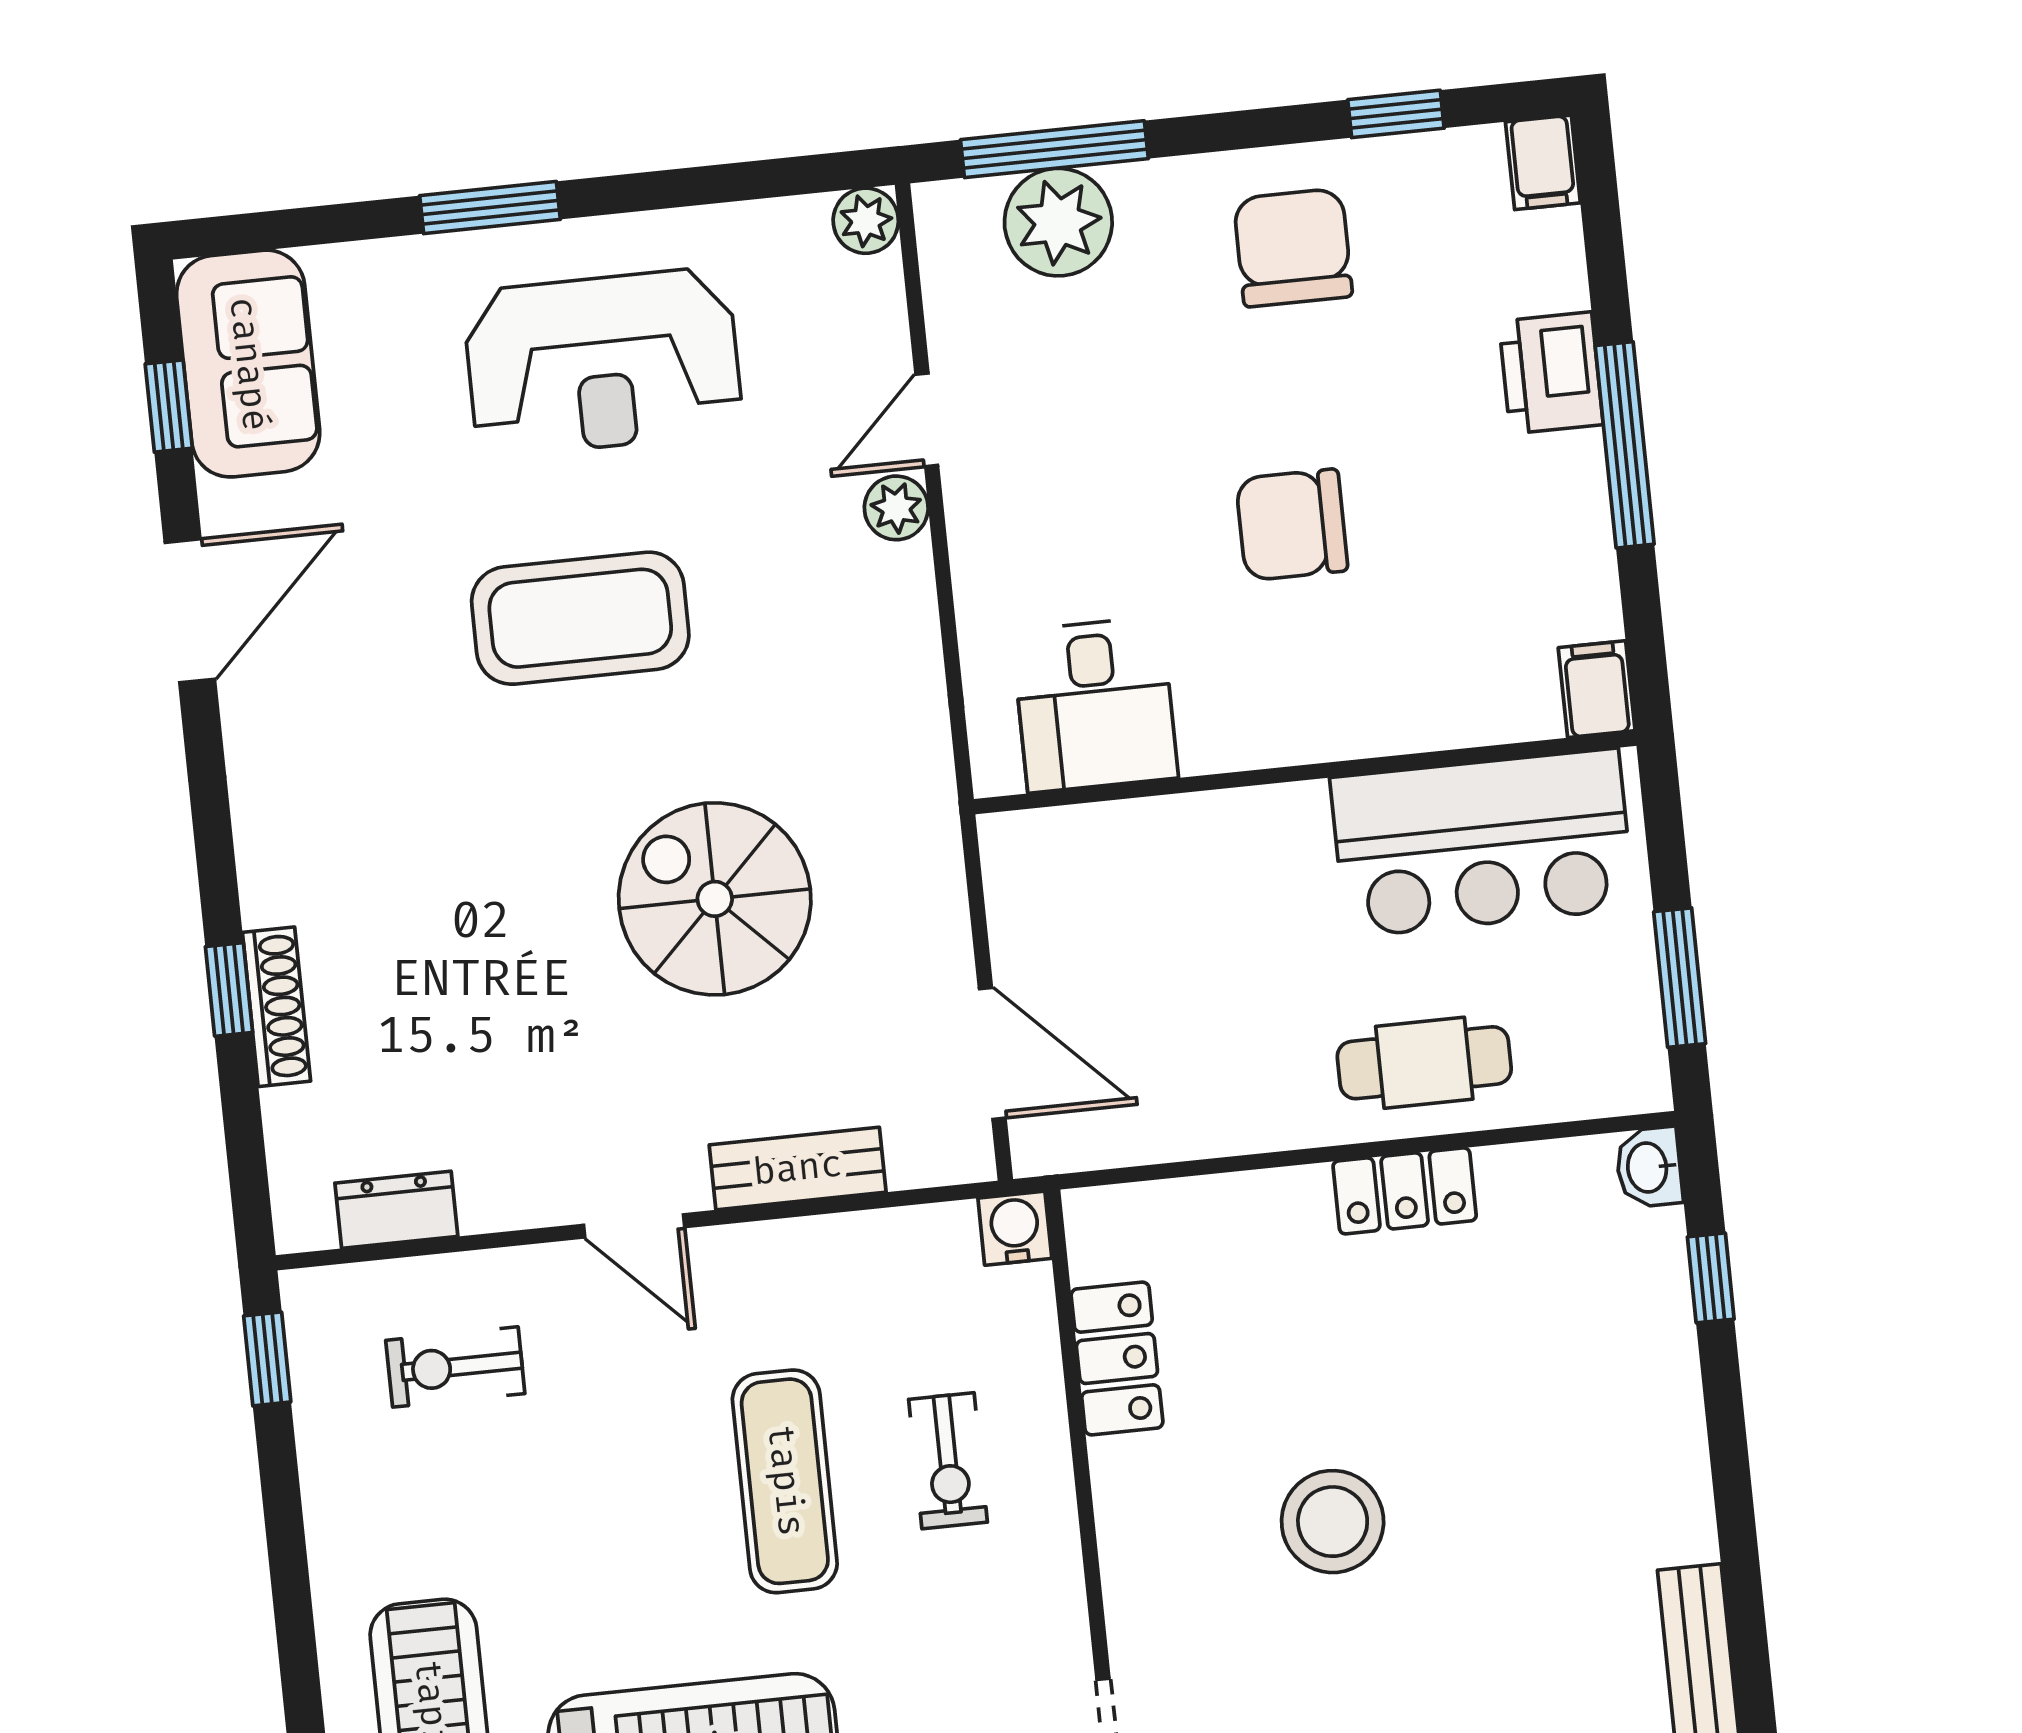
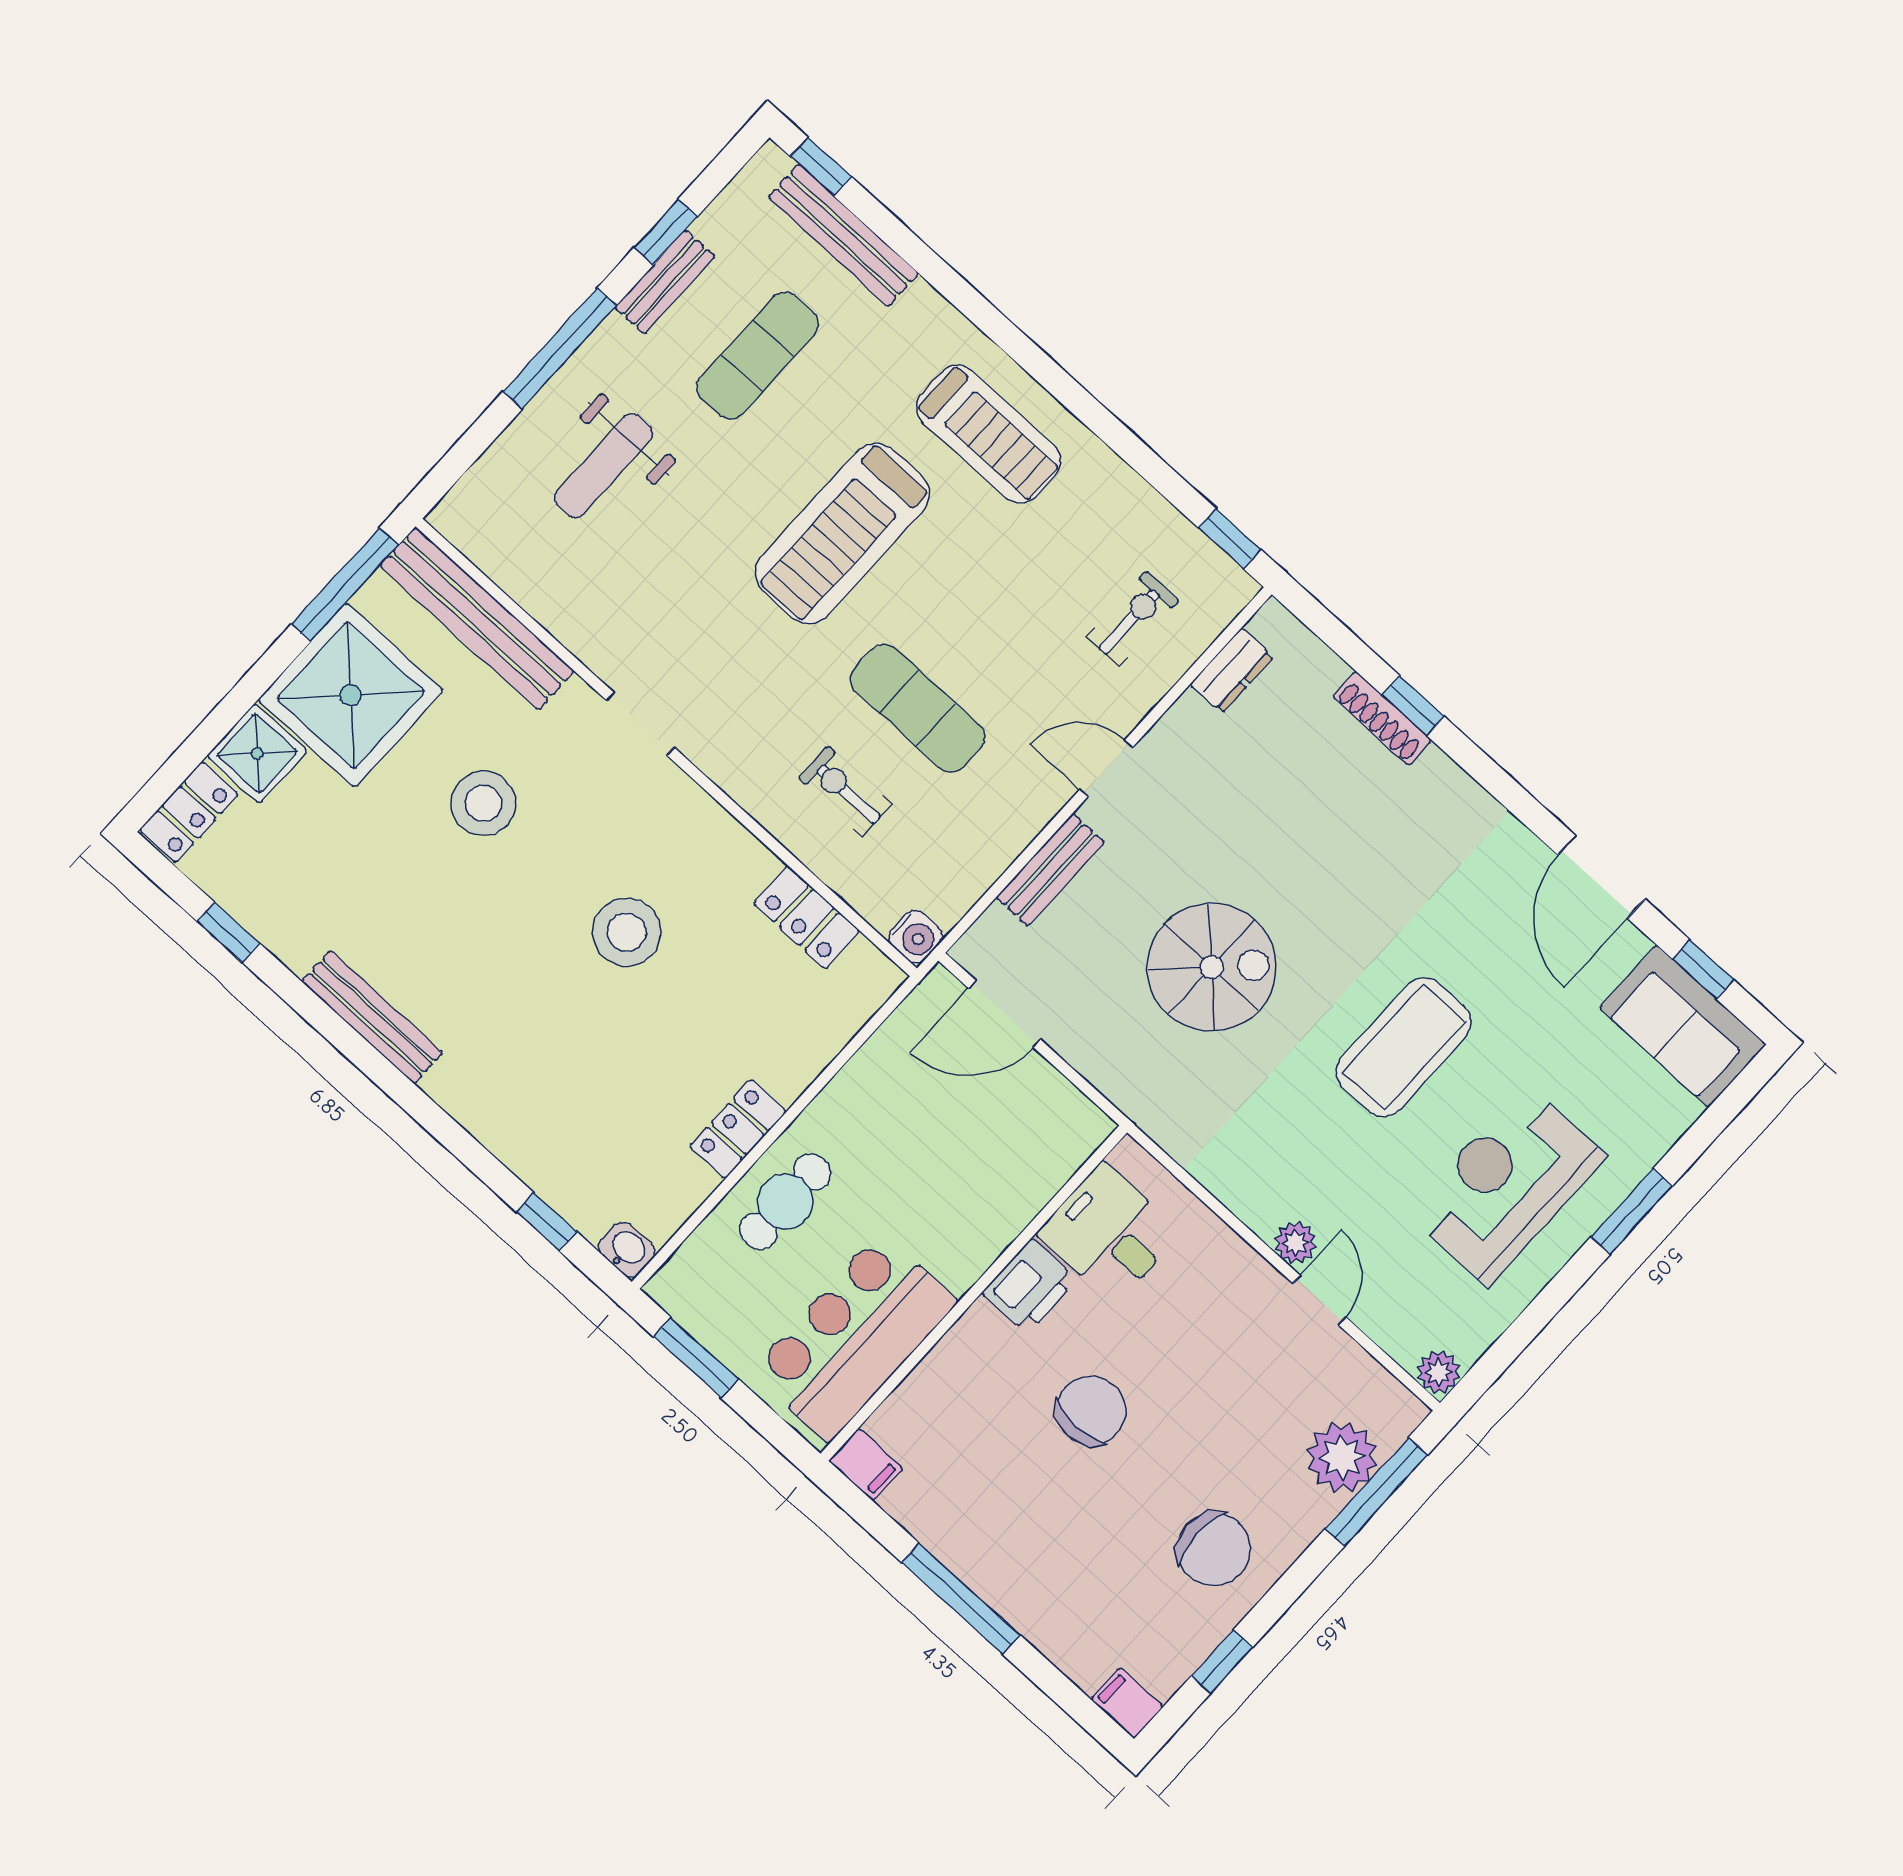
printer: (1551, 373) -> (1029, 1286), moved, turned 90

